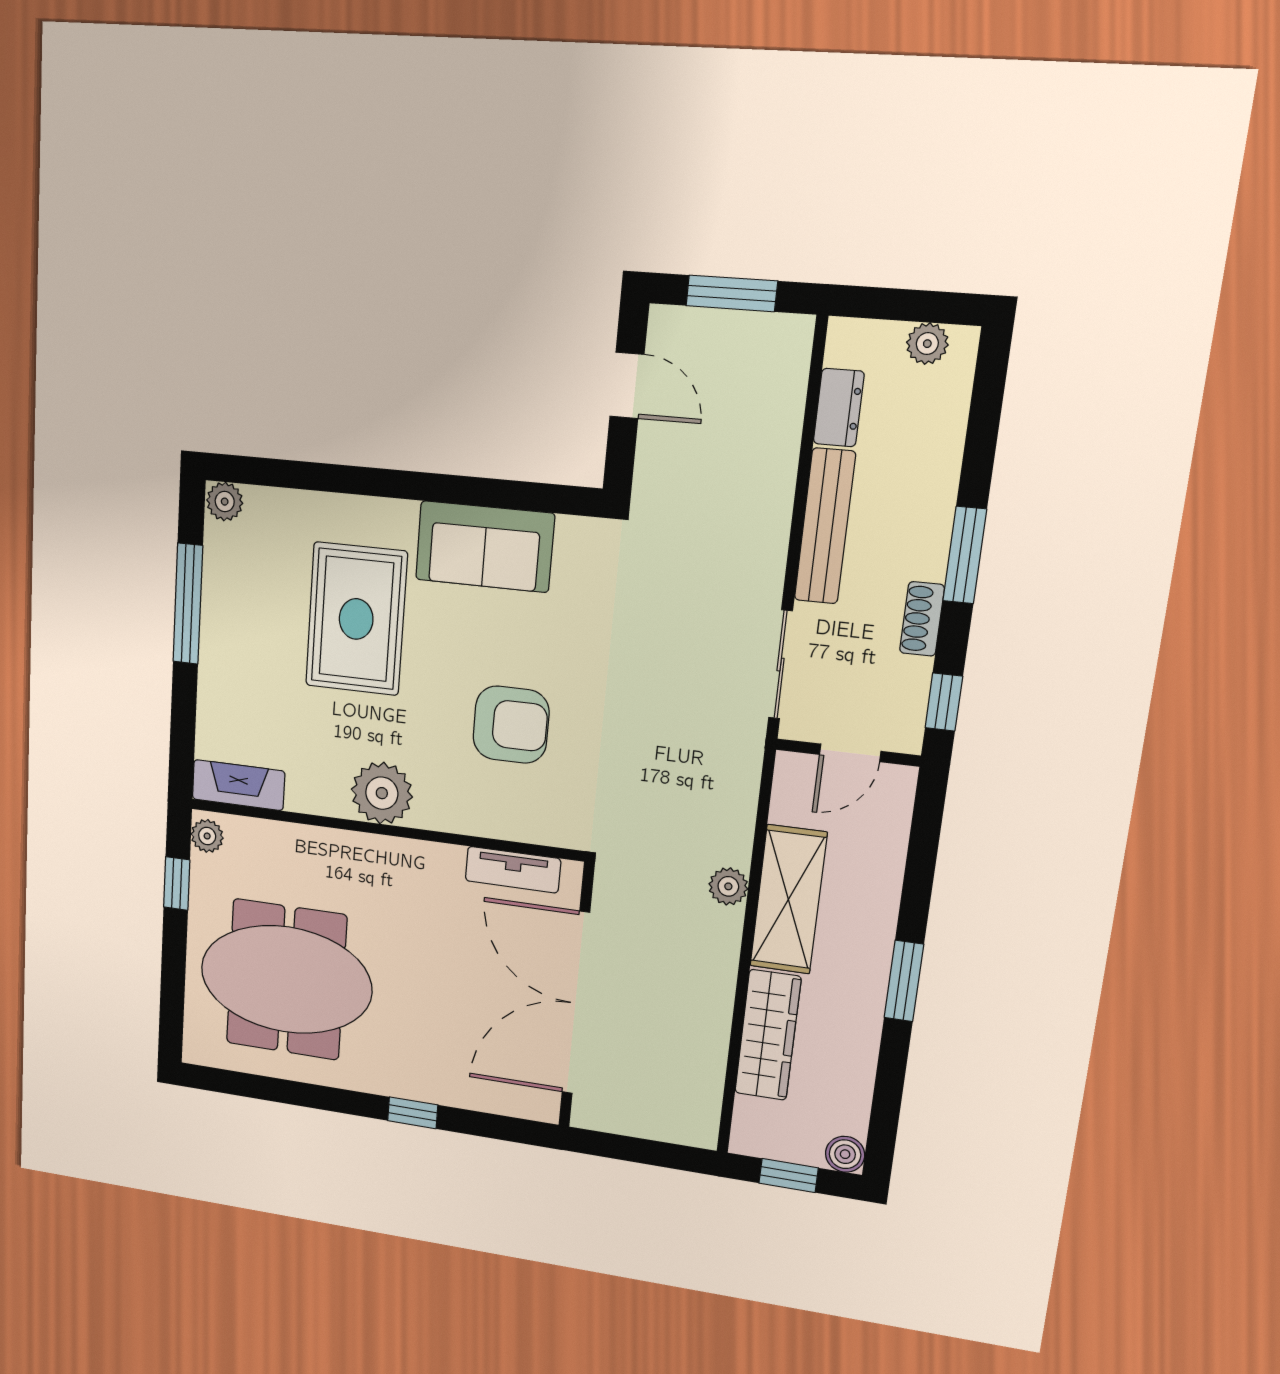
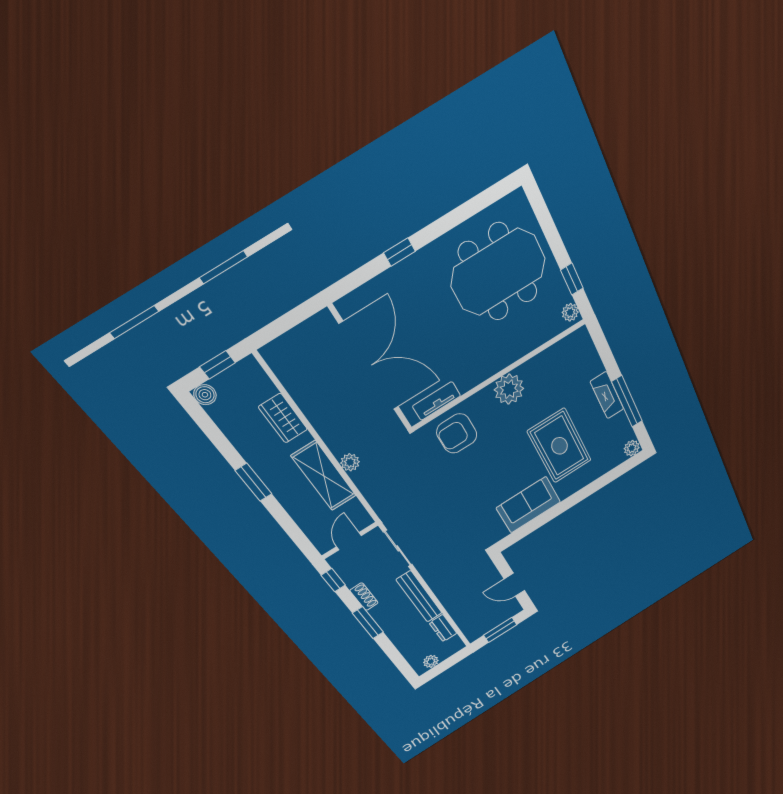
armchair: (511, 725) -> (457, 433), moved
fireplace: (238, 785) -> (607, 395), moved, turned 90
wardrobe: (768, 1035) -> (283, 418), width x0.67

